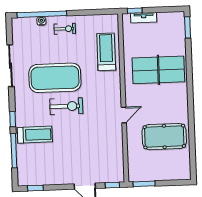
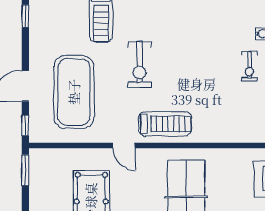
treadmill: (106, 52) -> (165, 124), moved
exercise mat: (55, 78) -> (74, 92), moved

